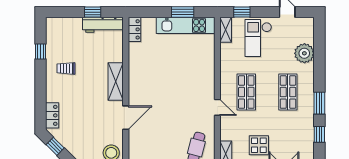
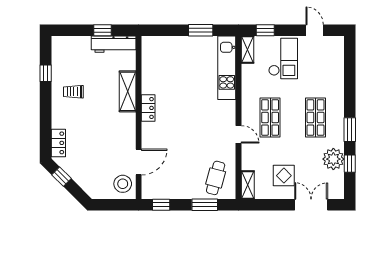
kitchen unit: (186, 25) -> (227, 68), moved, turned 90
locker: (134, 29) -> (148, 108), moved
checkout: (258, 38) -> (283, 59), turned 180
plant: (304, 53) -> (333, 159), moved
shelving: (116, 82) -> (128, 91), moved
door: (126, 118) -> (139, 162), moved

